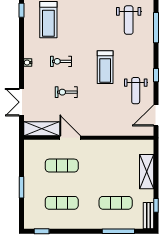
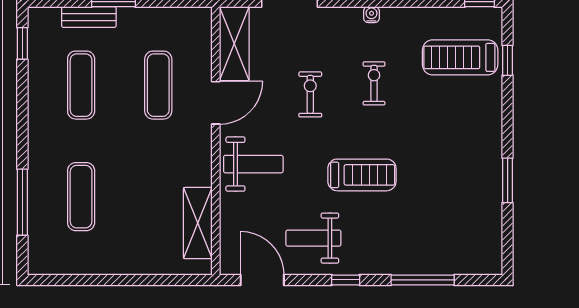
weight bench: (129, 20) -> (253, 164), moved, turned 180
window: (156, 28) -> (423, 280), moved
treadmill: (105, 67) -> (362, 175), turned 180
shelving: (147, 172) -> (198, 223), moved, turned 90
window: (156, 205) -> (76, 280), removed
bench: (148, 216) -> (89, 17), moved

